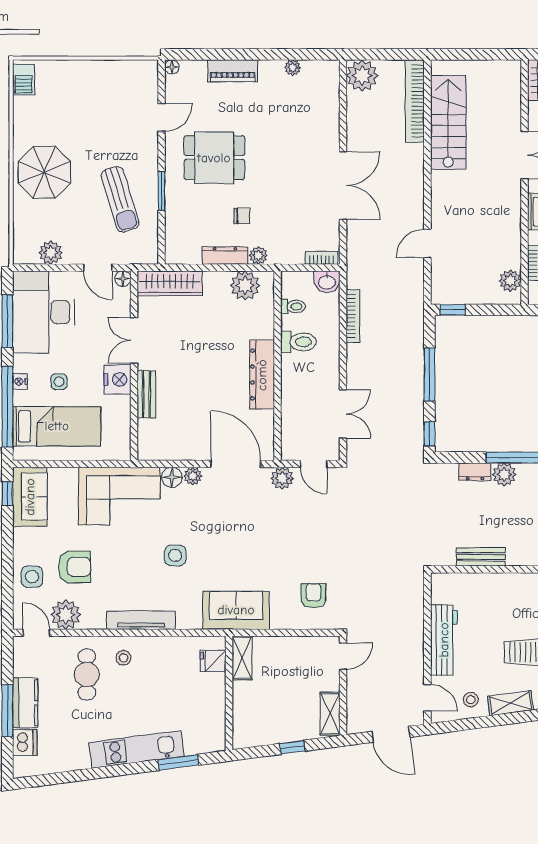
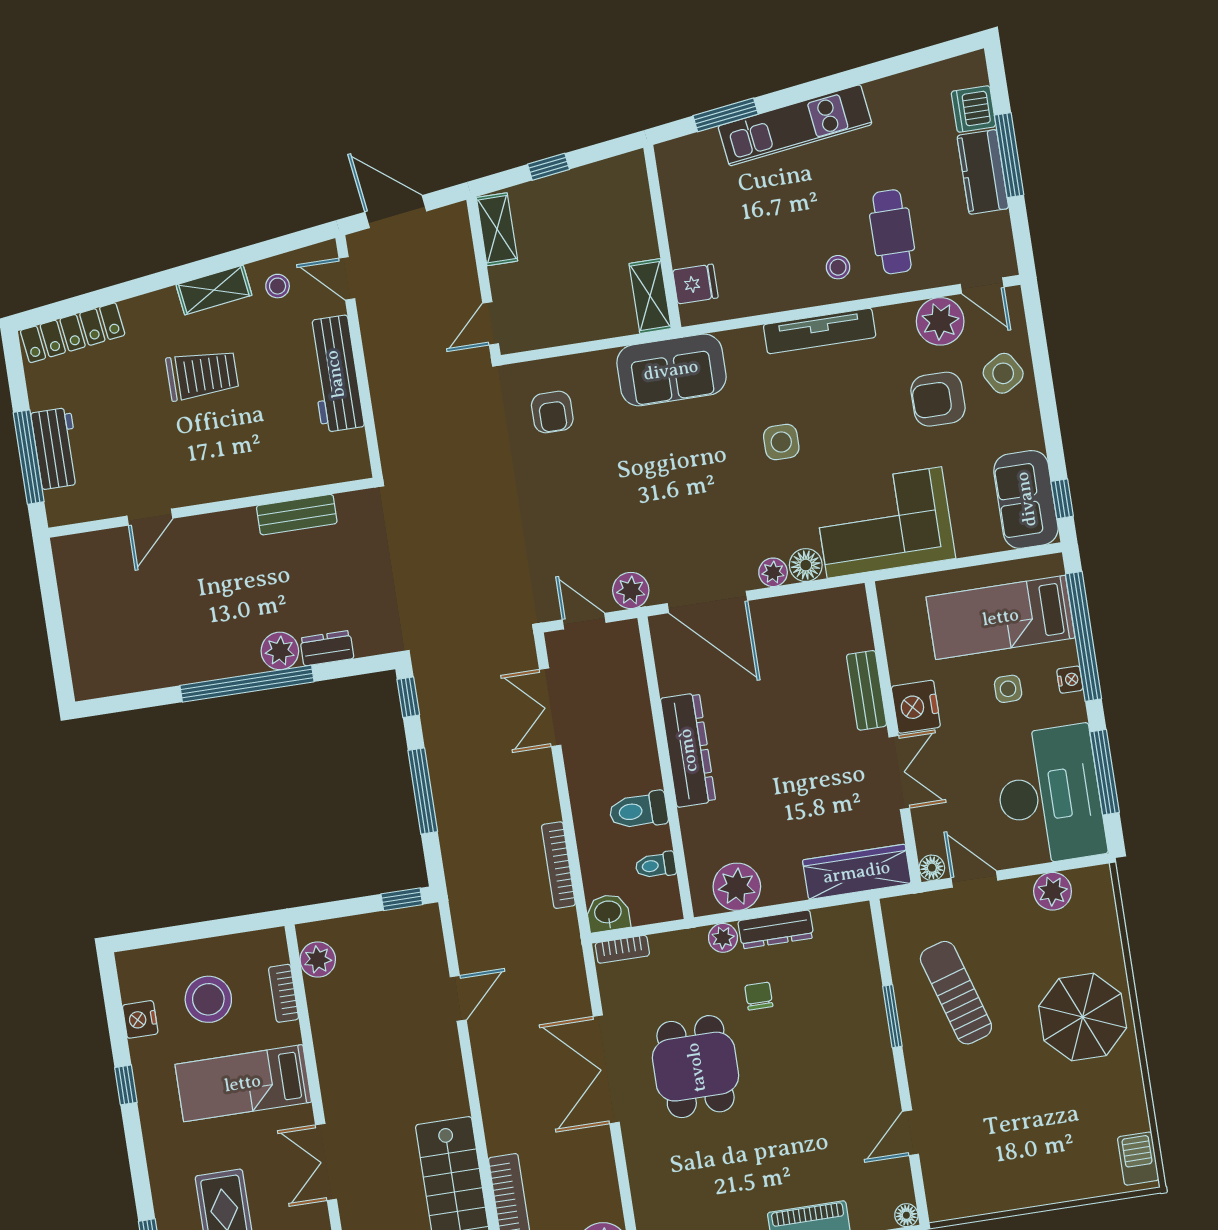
dining table: (214, 158) -> (696, 1067), moved, turned 90
chair: (242, 216) -> (759, 996), turned 90
side table: (32, 577) -> (1003, 373), turned -31

